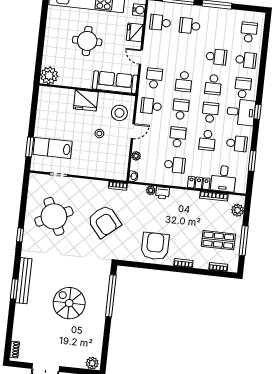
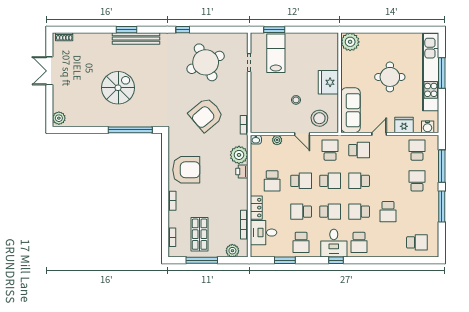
school desk: (246, 60) -> (388, 242), removed
school desk: (243, 88) -> (359, 242), turned 90
plant: (151, 190) -> (239, 155), width x1.88, depth x1.88

